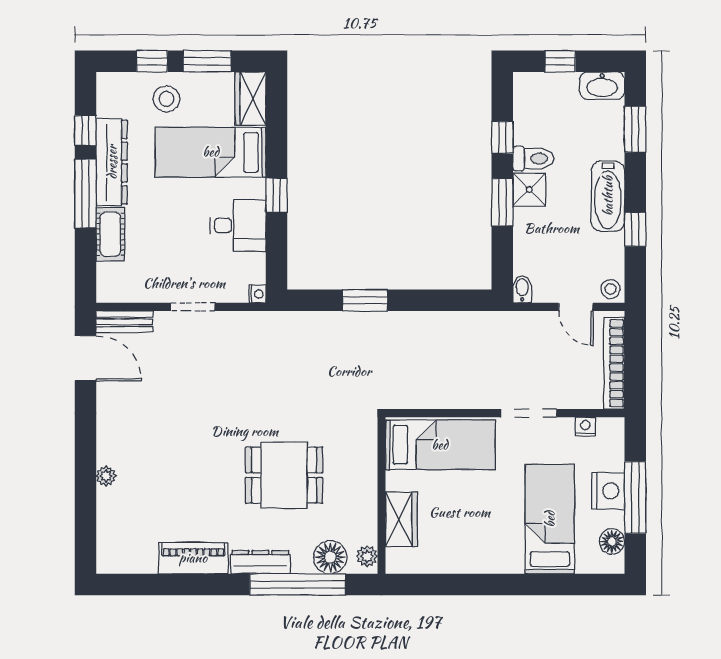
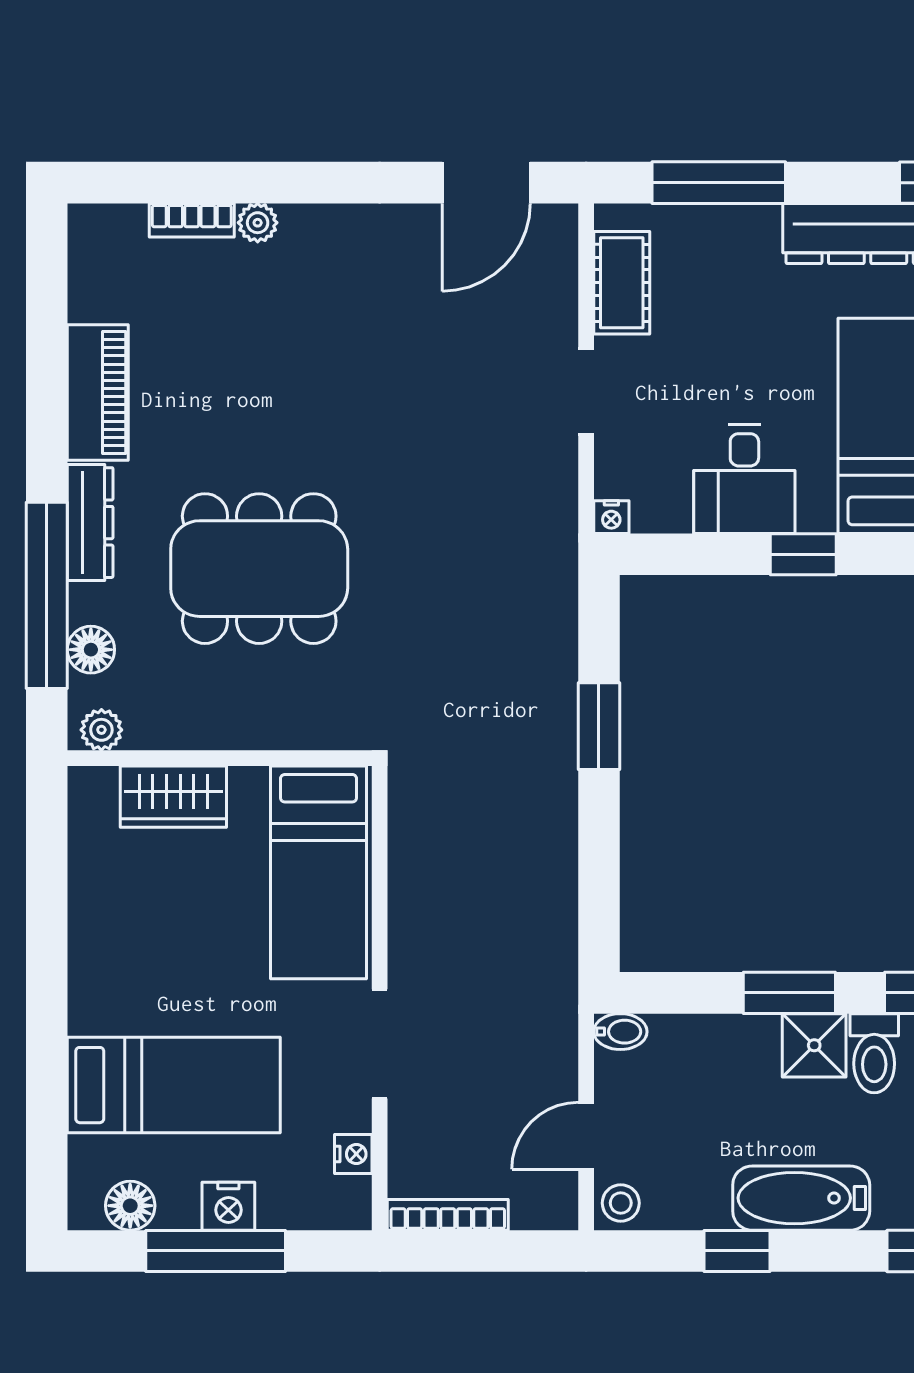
window: (85, 193) -> (719, 183), moved
cot: (110, 234) -> (622, 283), moved, turned 90
bench: (124, 322) -> (557, 259), removed
bookcase: (614, 363) -> (448, 1215), width x0.68, depth x0.76
dining table: (284, 475) -> (259, 569), width x1.38
nightstand: (608, 491) -> (228, 1206), width x0.74, depth x0.75
bookcase: (105, 510) -> (192, 220), added
floor lamp: (330, 557) -> (91, 650), width x0.73, depth x0.73

